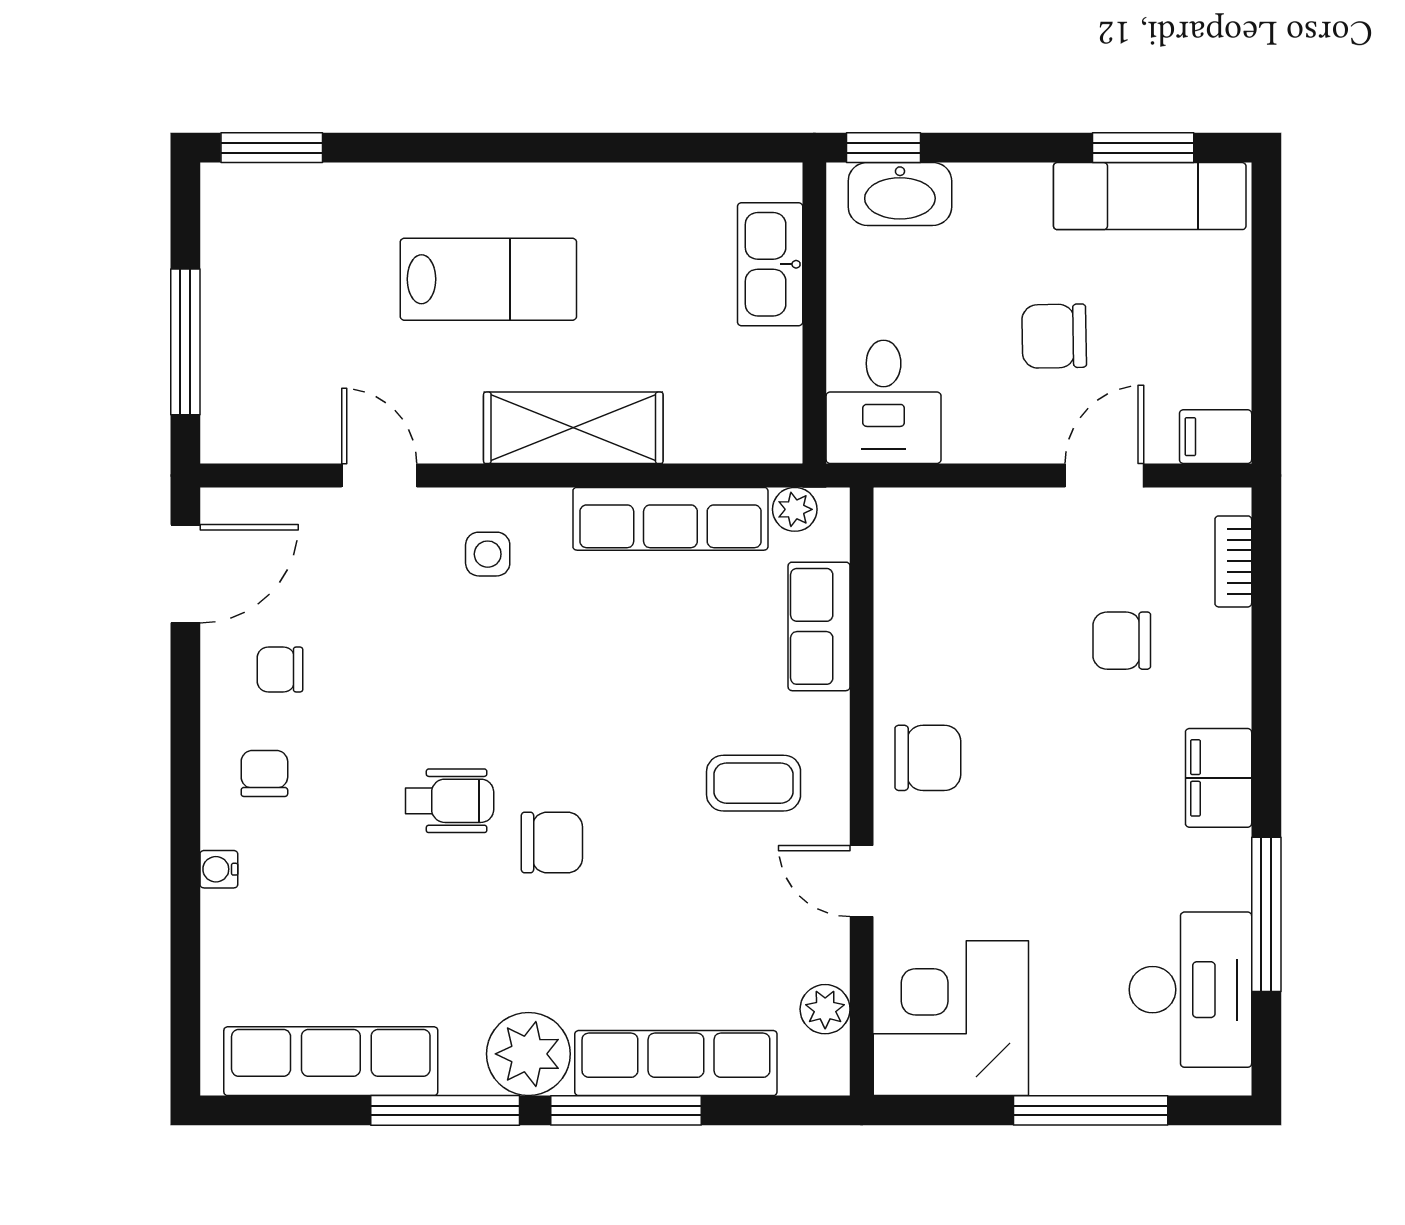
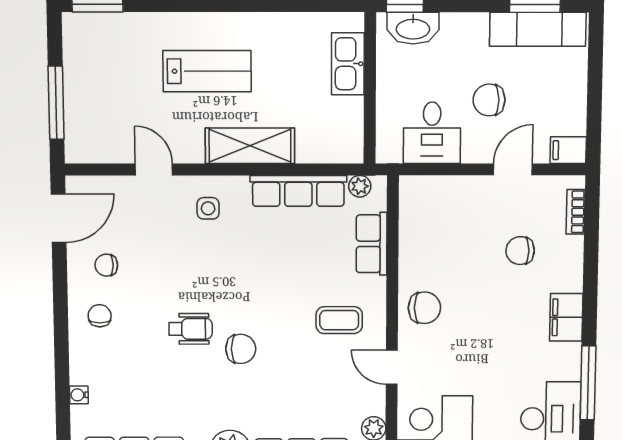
desk: (884, 402) -> (432, 133), moved
water cooler: (219, 869) -> (79, 395), moved

